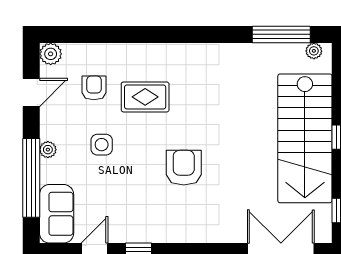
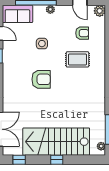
rug: (145, 97) -> (77, 59), turned 90
side table: (102, 145) -> (42, 44), moved

